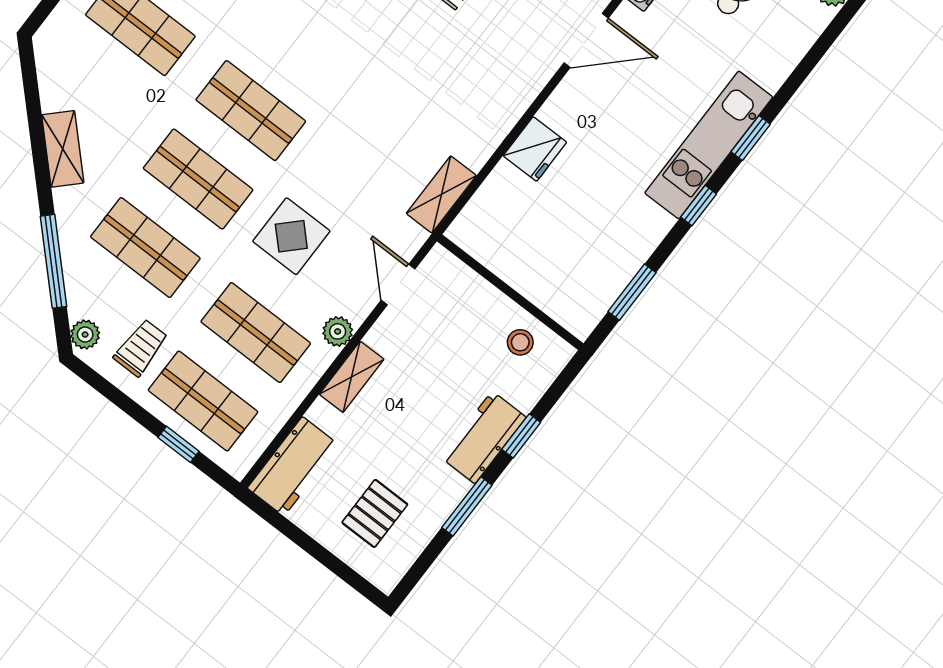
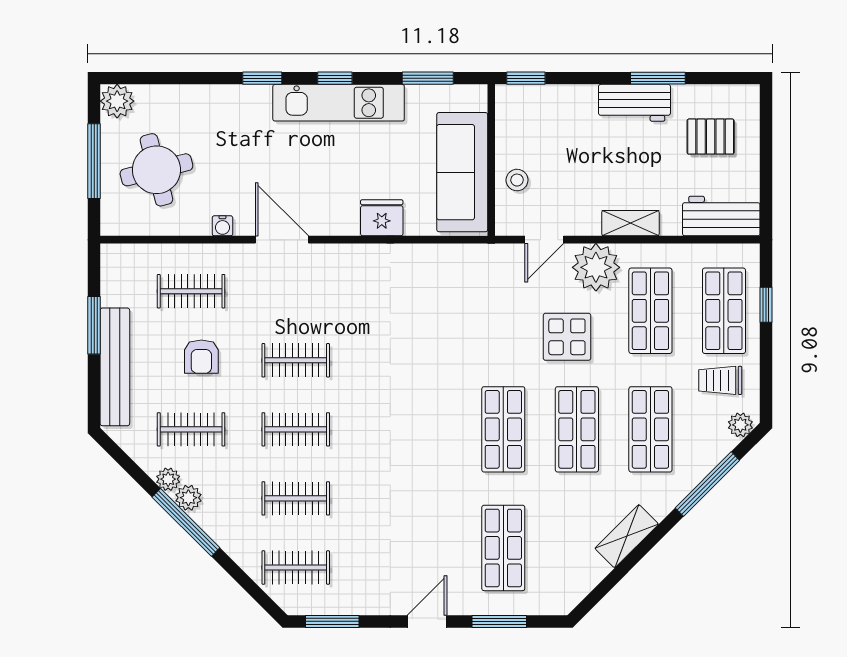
kitchen unit: (709, 145) -> (339, 103), moved
shelving: (441, 195) -> (461, 257), removed
sofa: (520, 257) -> (462, 172), added
plant: (338, 331) -> (596, 267), width x1.87, depth x1.87
stool: (520, 342) -> (517, 180), moved
window: (521, 436) -> (526, 78), moved
workbench: (483, 437) -> (634, 103), moved

